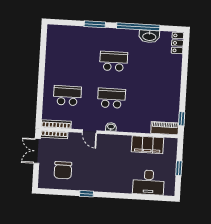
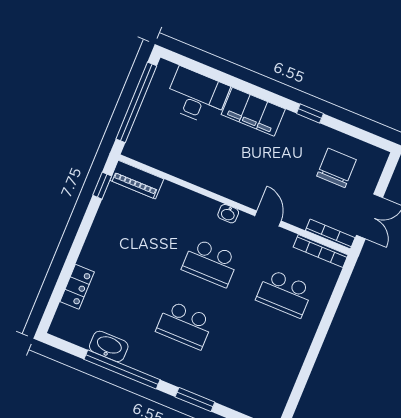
locker: (178, 43) -> (77, 287), moved
filing cabinet: (147, 145) -> (253, 112), moved, turned 180
window: (179, 168) -> (136, 102), width x3.17

